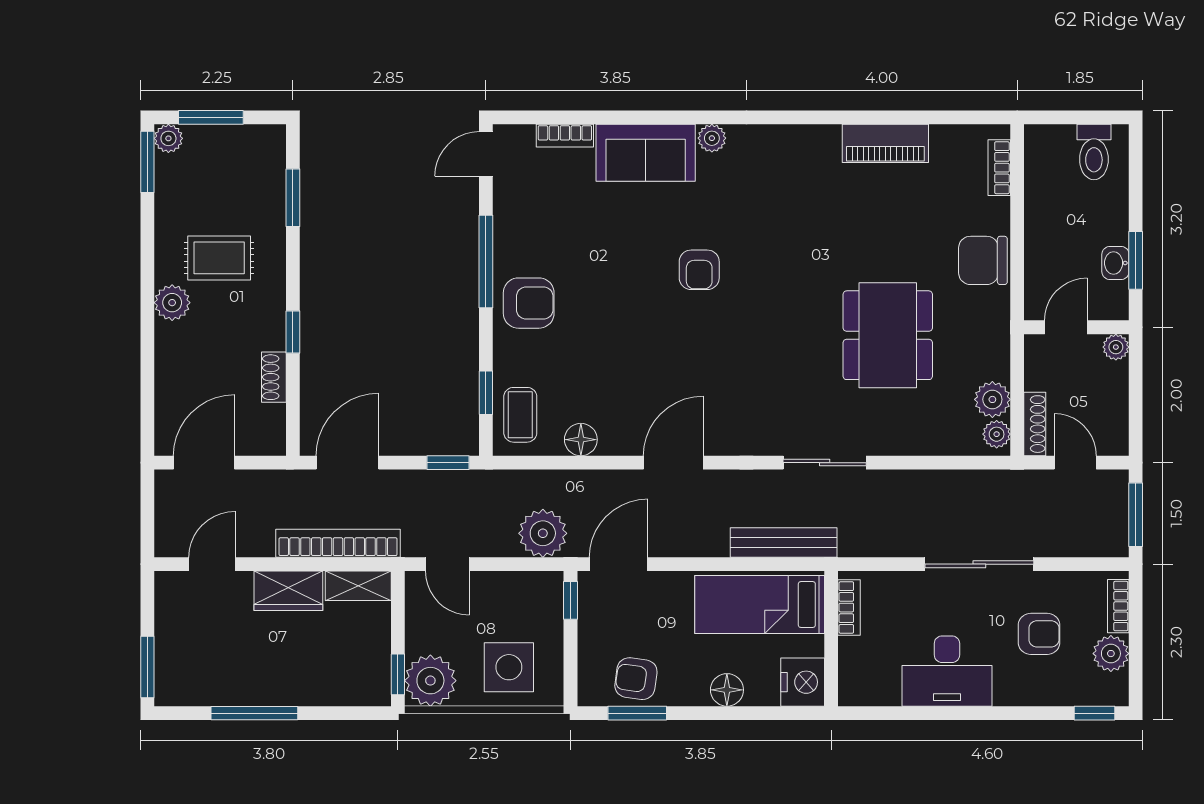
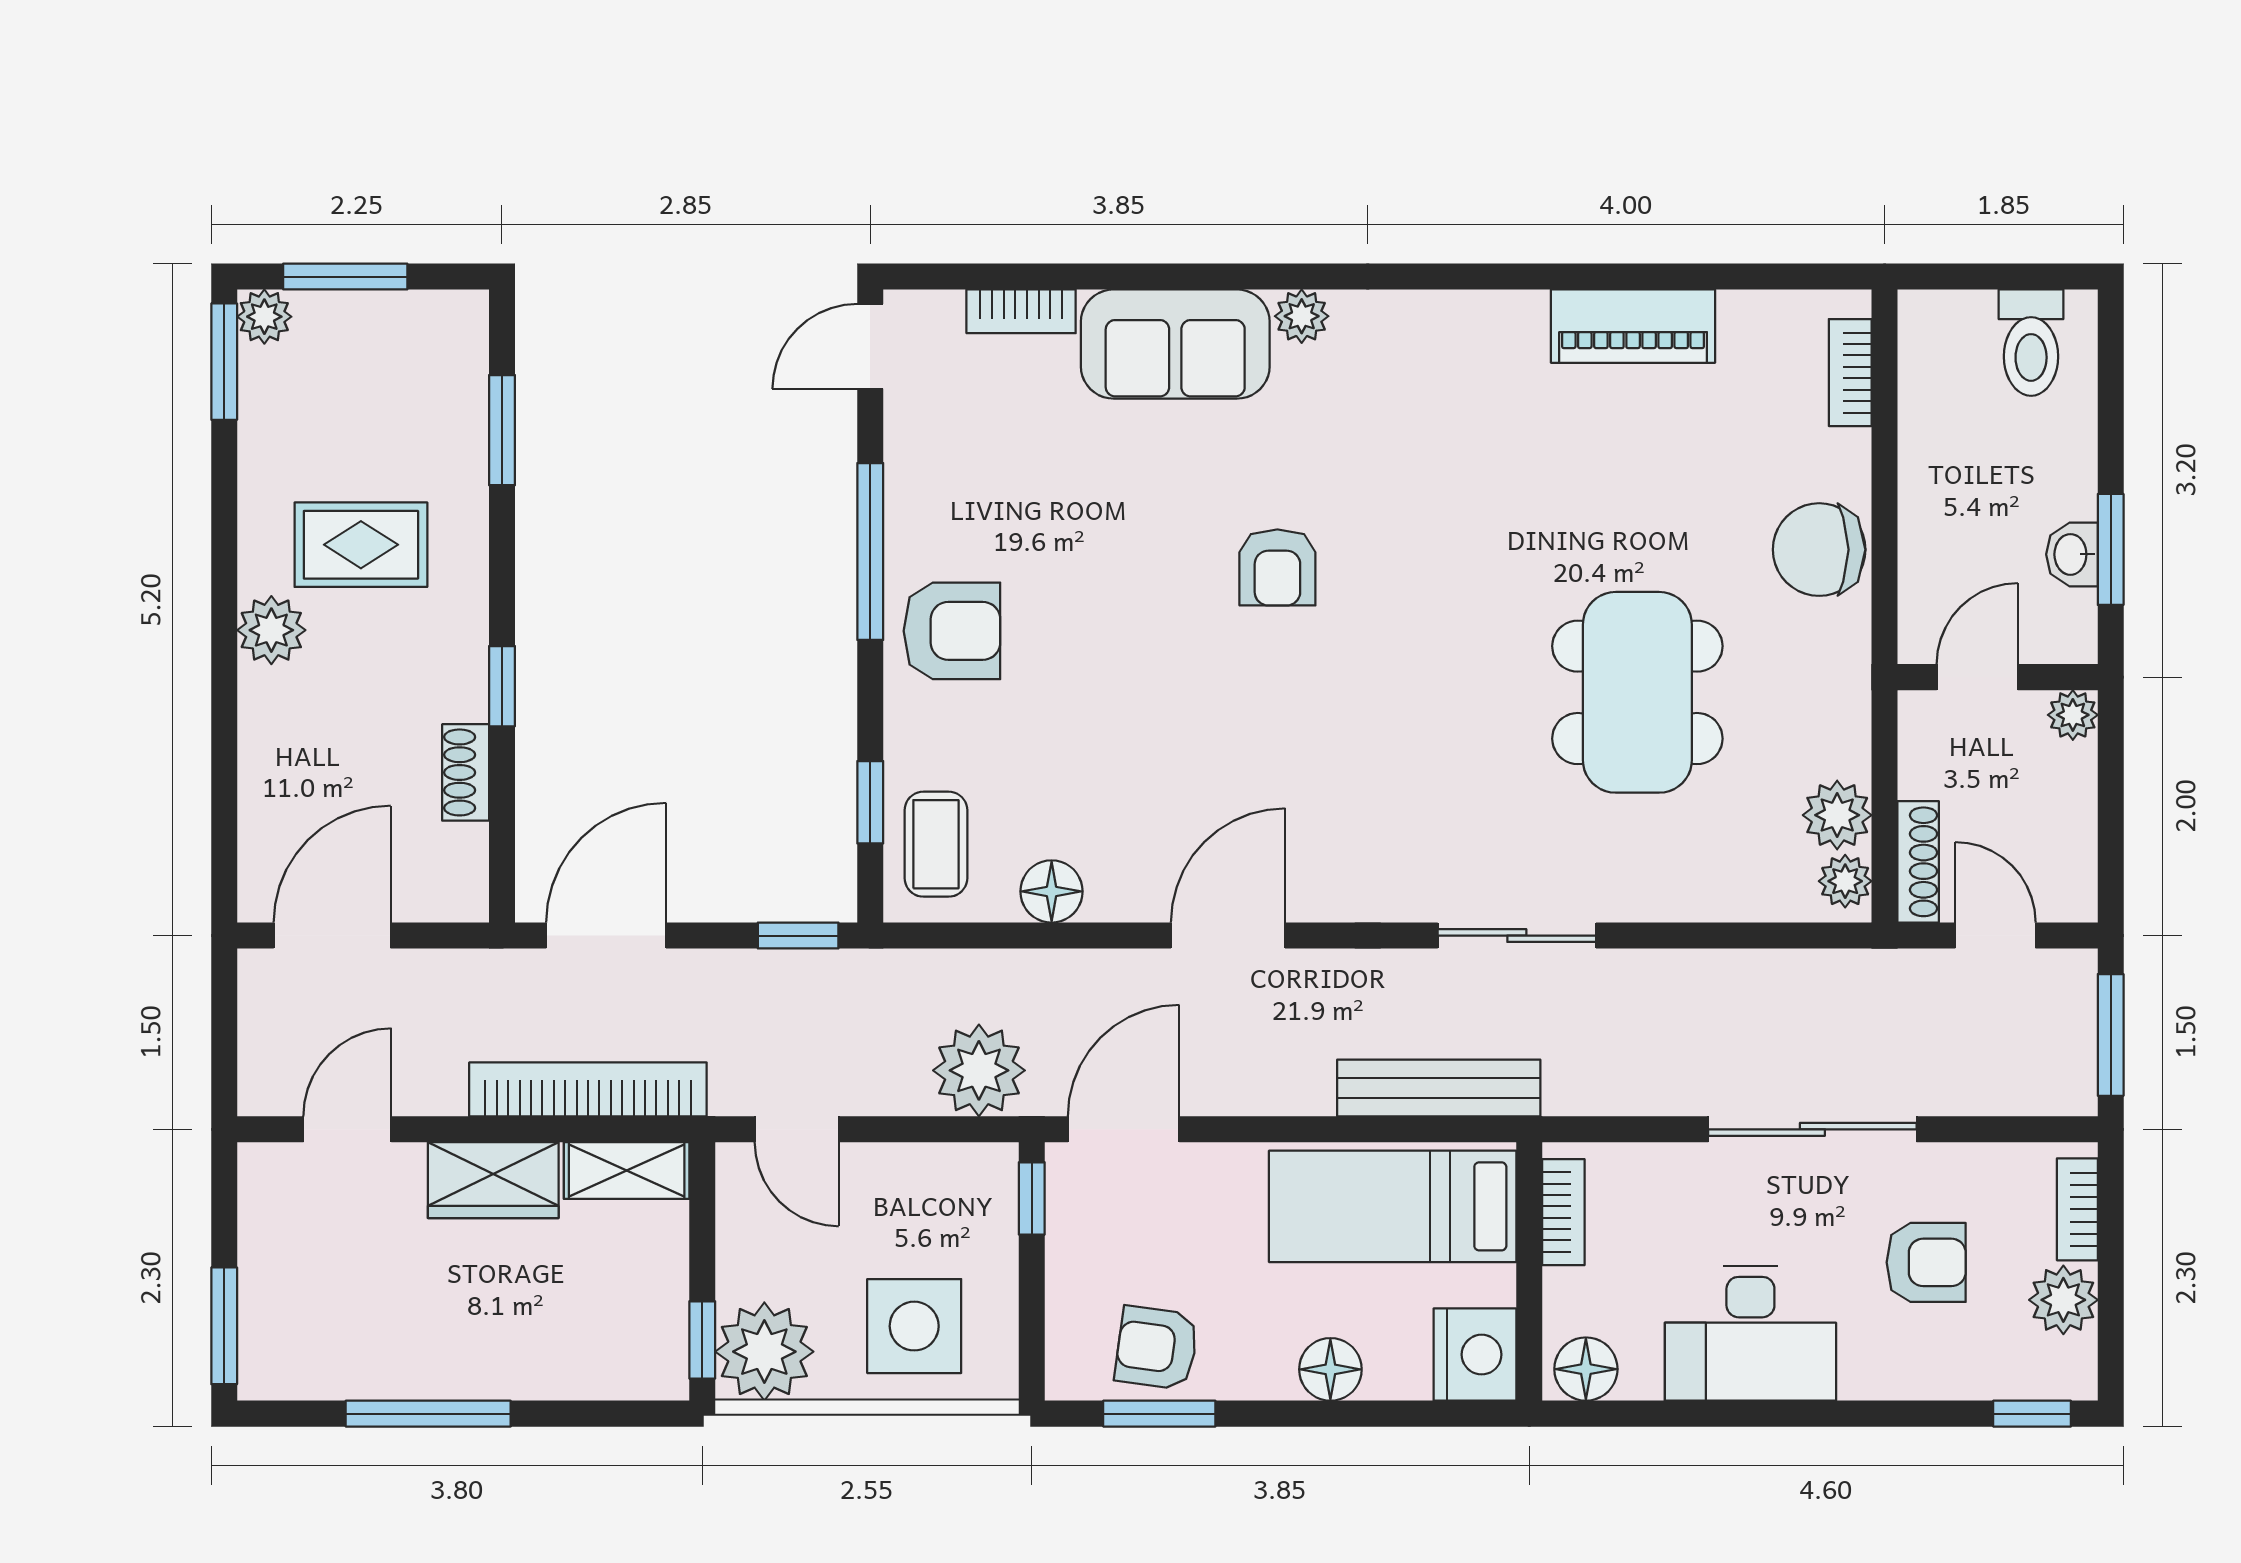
floor lamp: (861, 690) -> (1586, 1369), added

